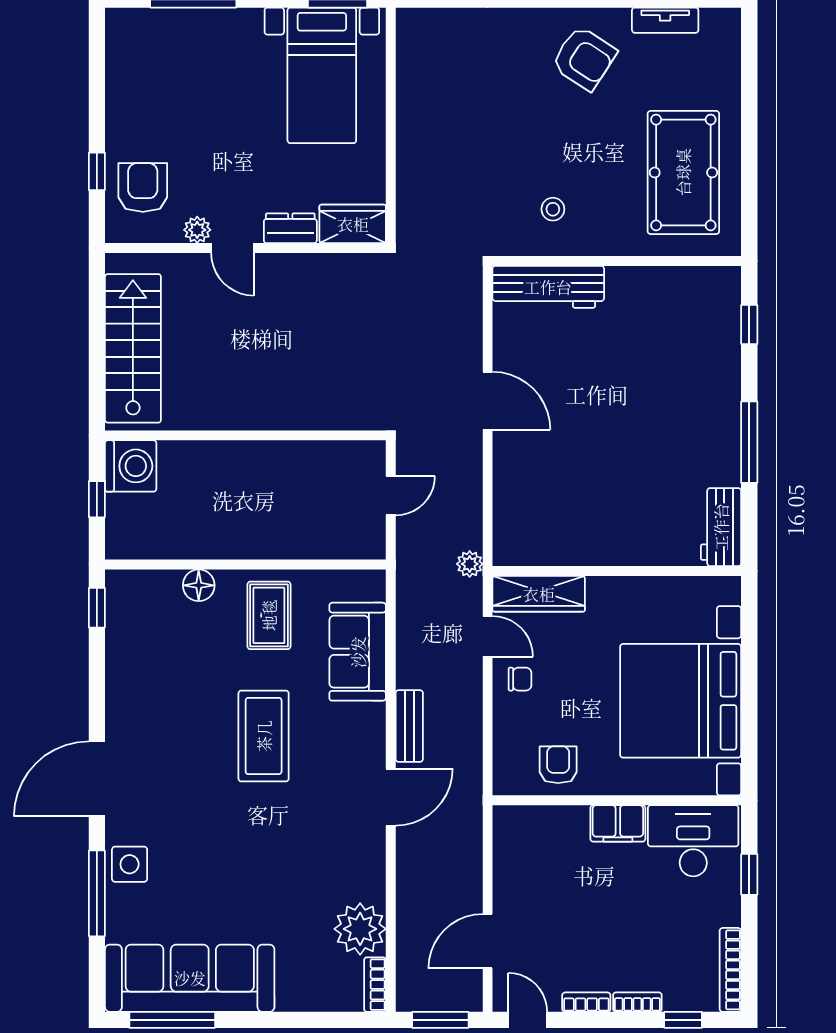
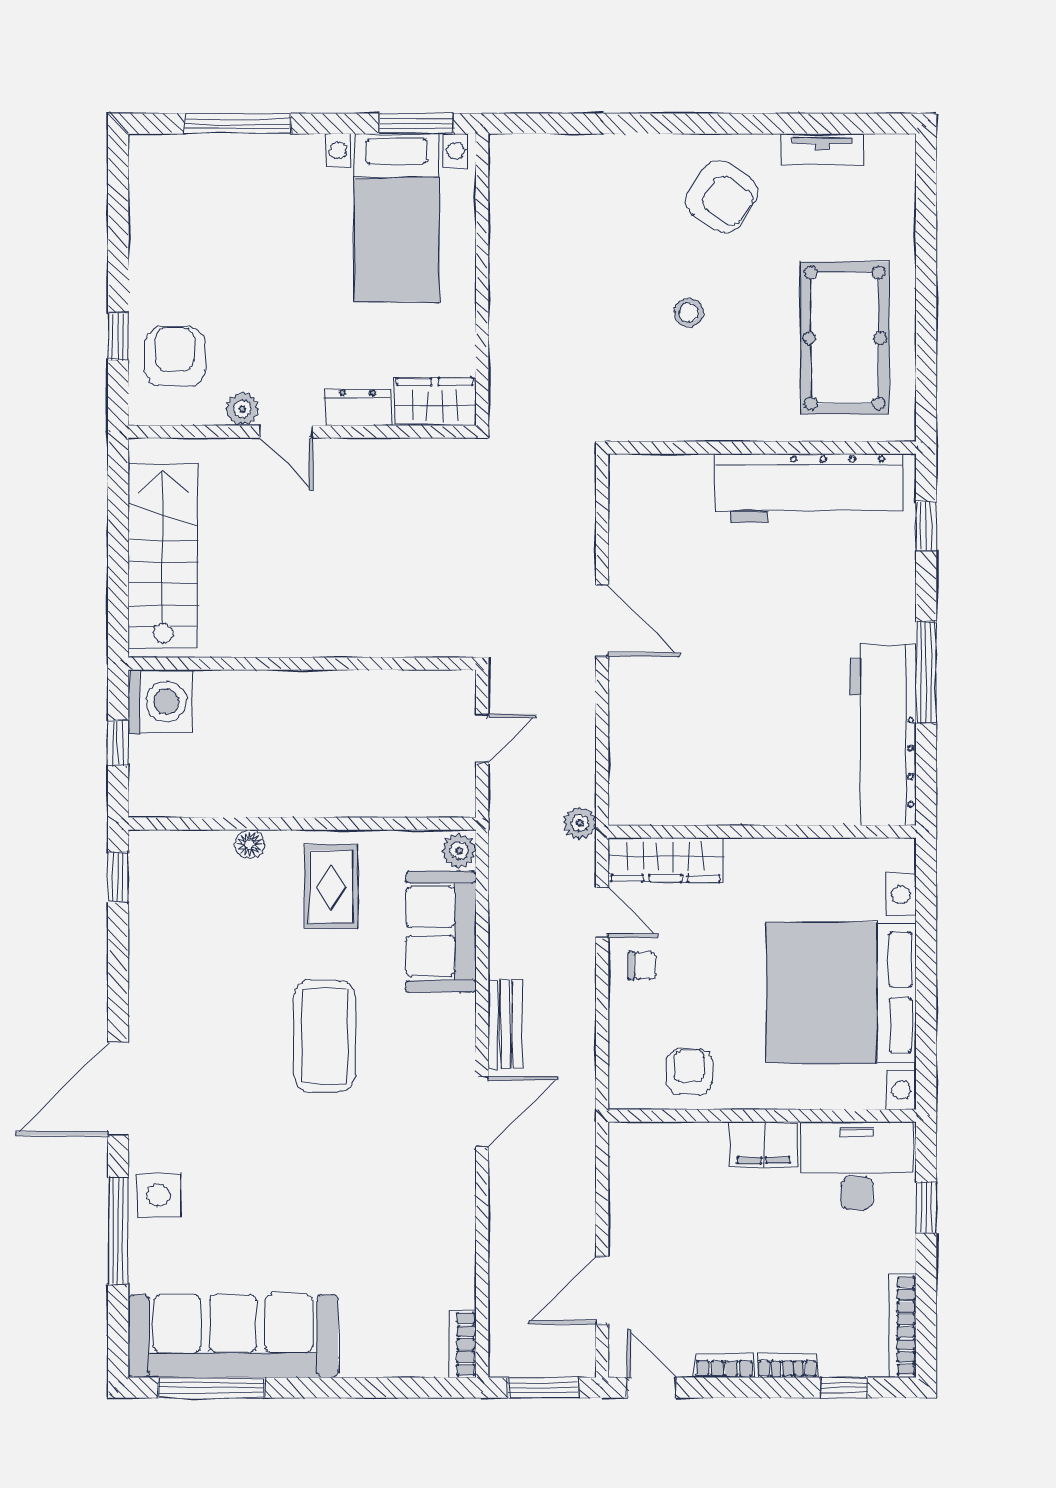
stool: (553, 209) -> (689, 313), moved
workbench: (548, 287) -> (809, 488), moved, width x1.36, depth x1.32
workbench: (721, 527) -> (883, 735), width x1.87, depth x1.32
floor lamp: (199, 585) -> (250, 844), width x0.73, depth x0.73
plant: (360, 929) -> (459, 851), moved, width x0.53, depth x0.53

